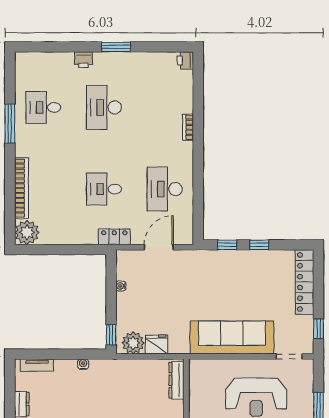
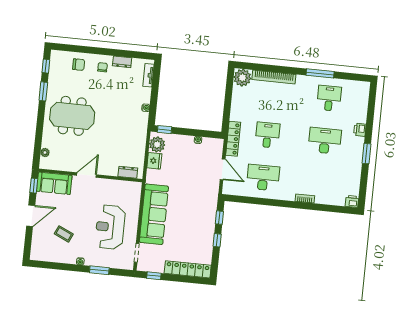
locker: (114, 237) -> (233, 139), width x1.53
dresser: (177, 380) -> (128, 172), width x0.70

